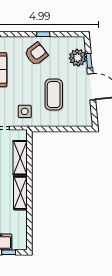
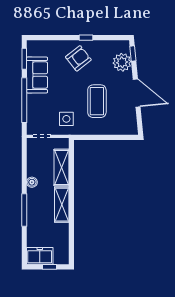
window: (89, 61) -> (133, 53), moved

